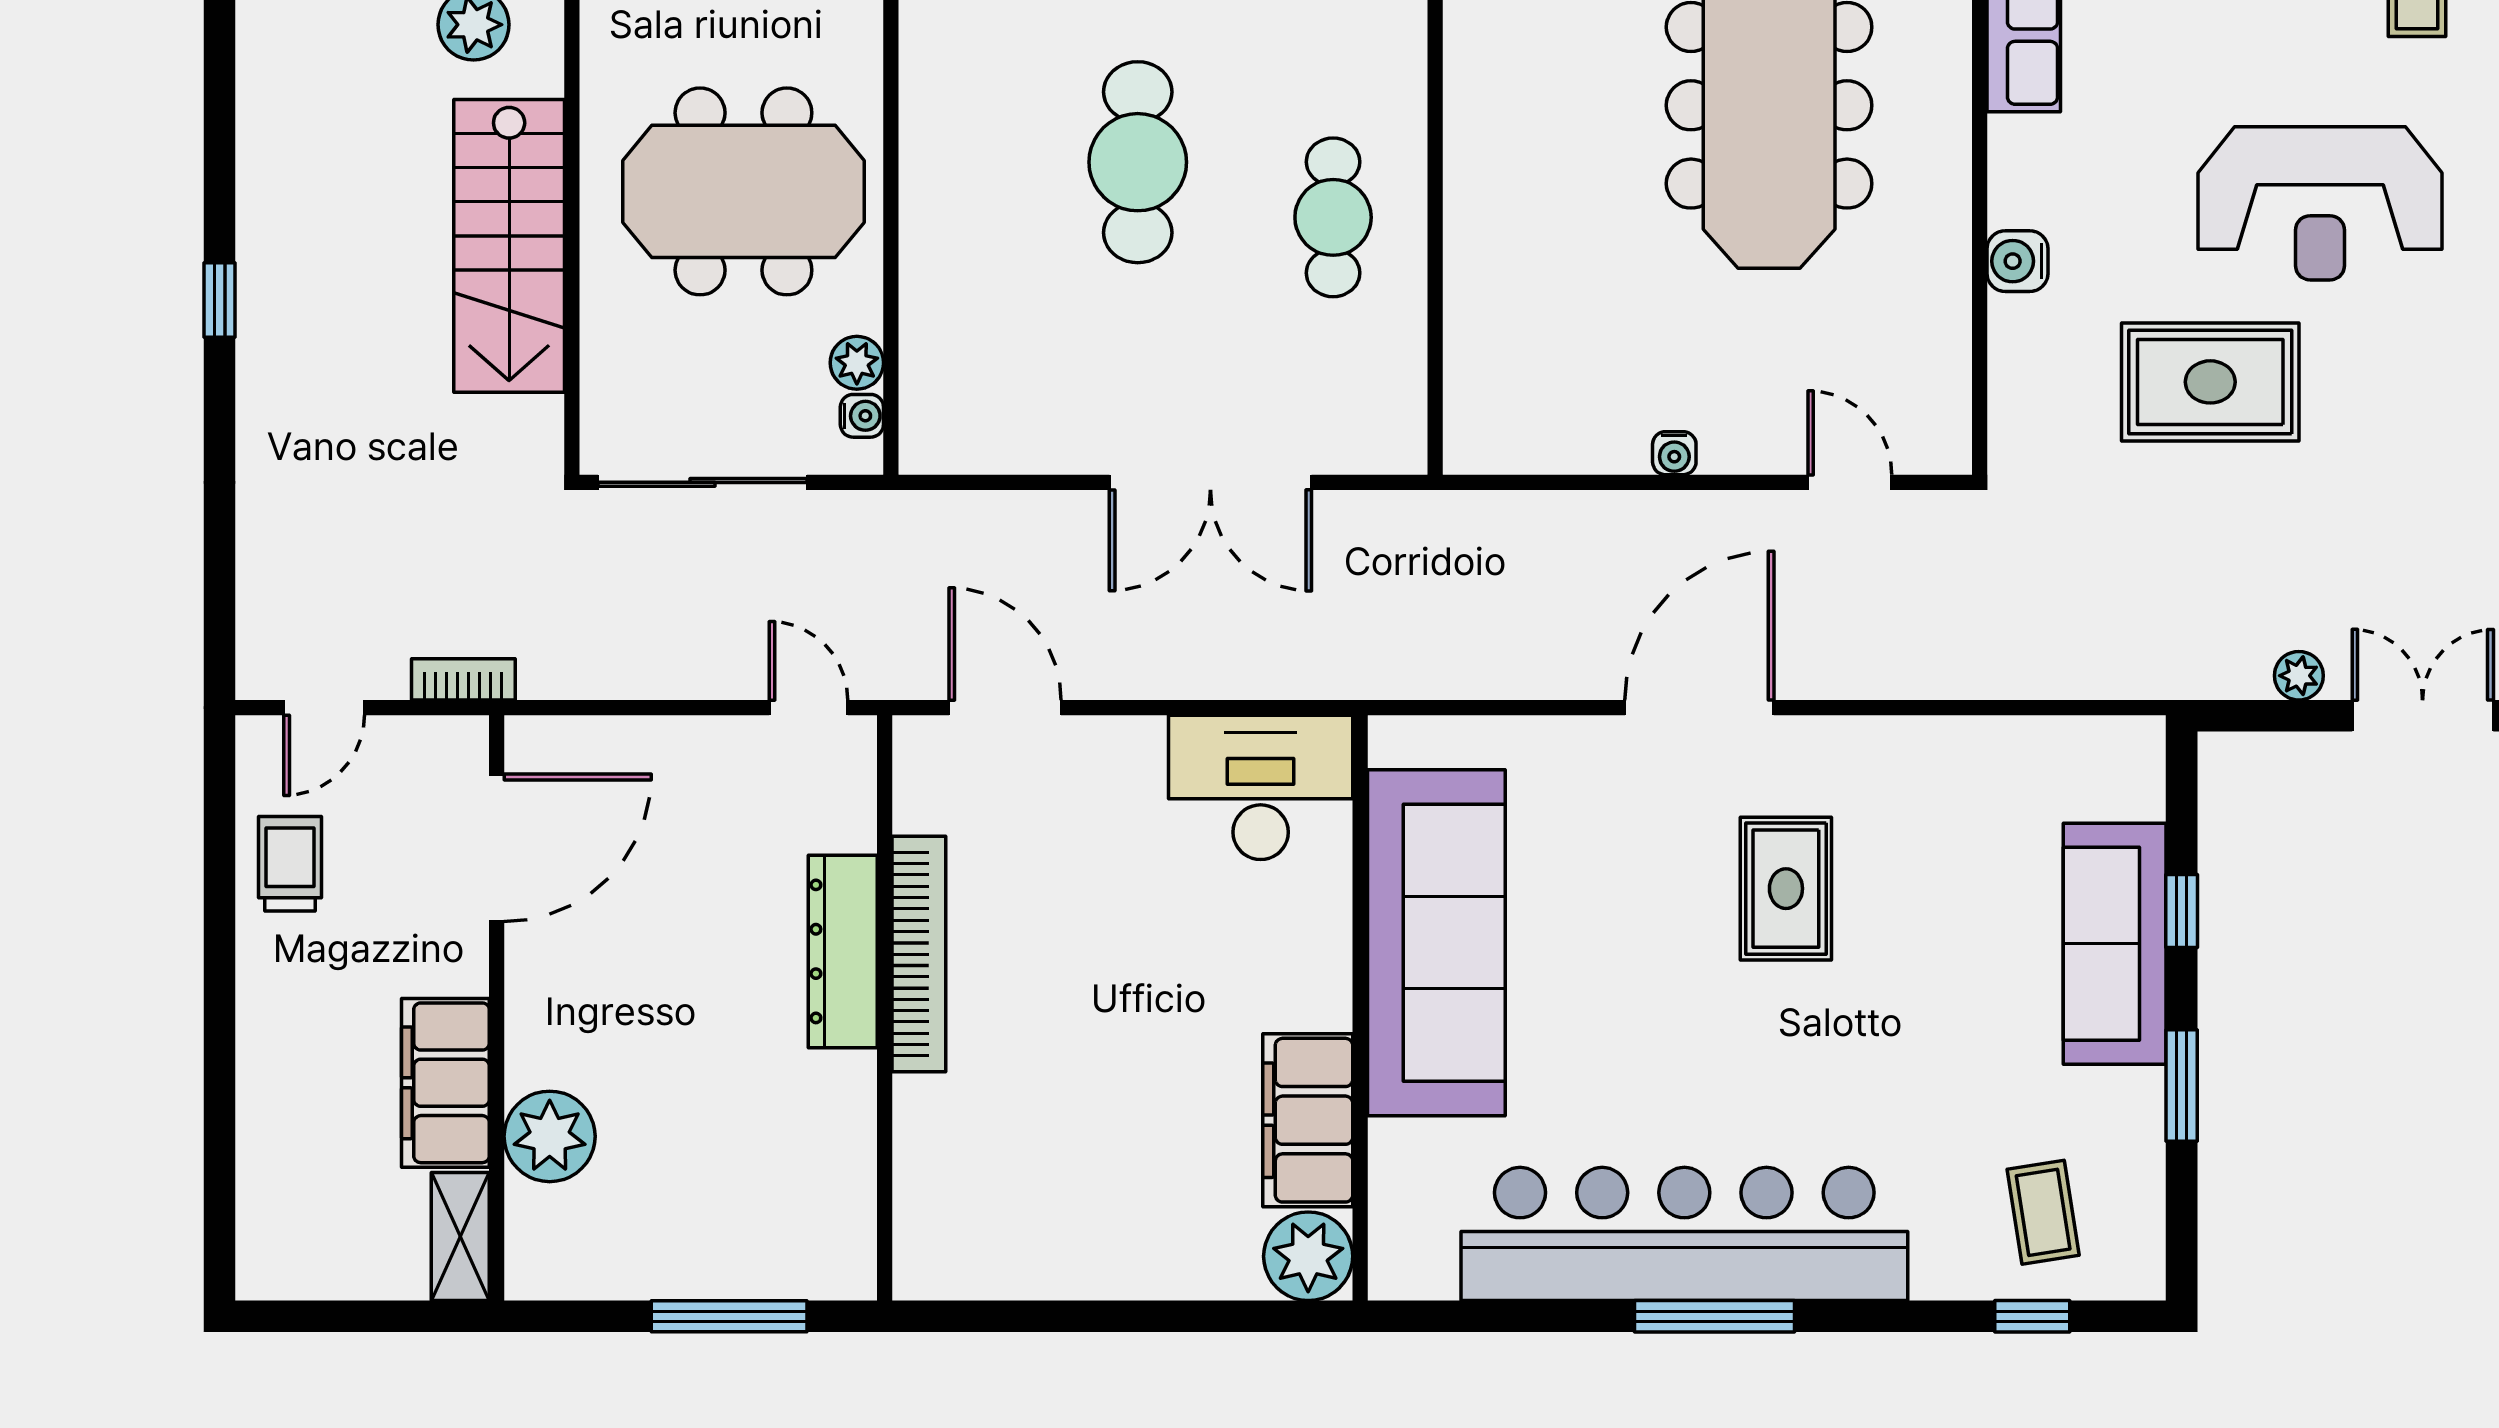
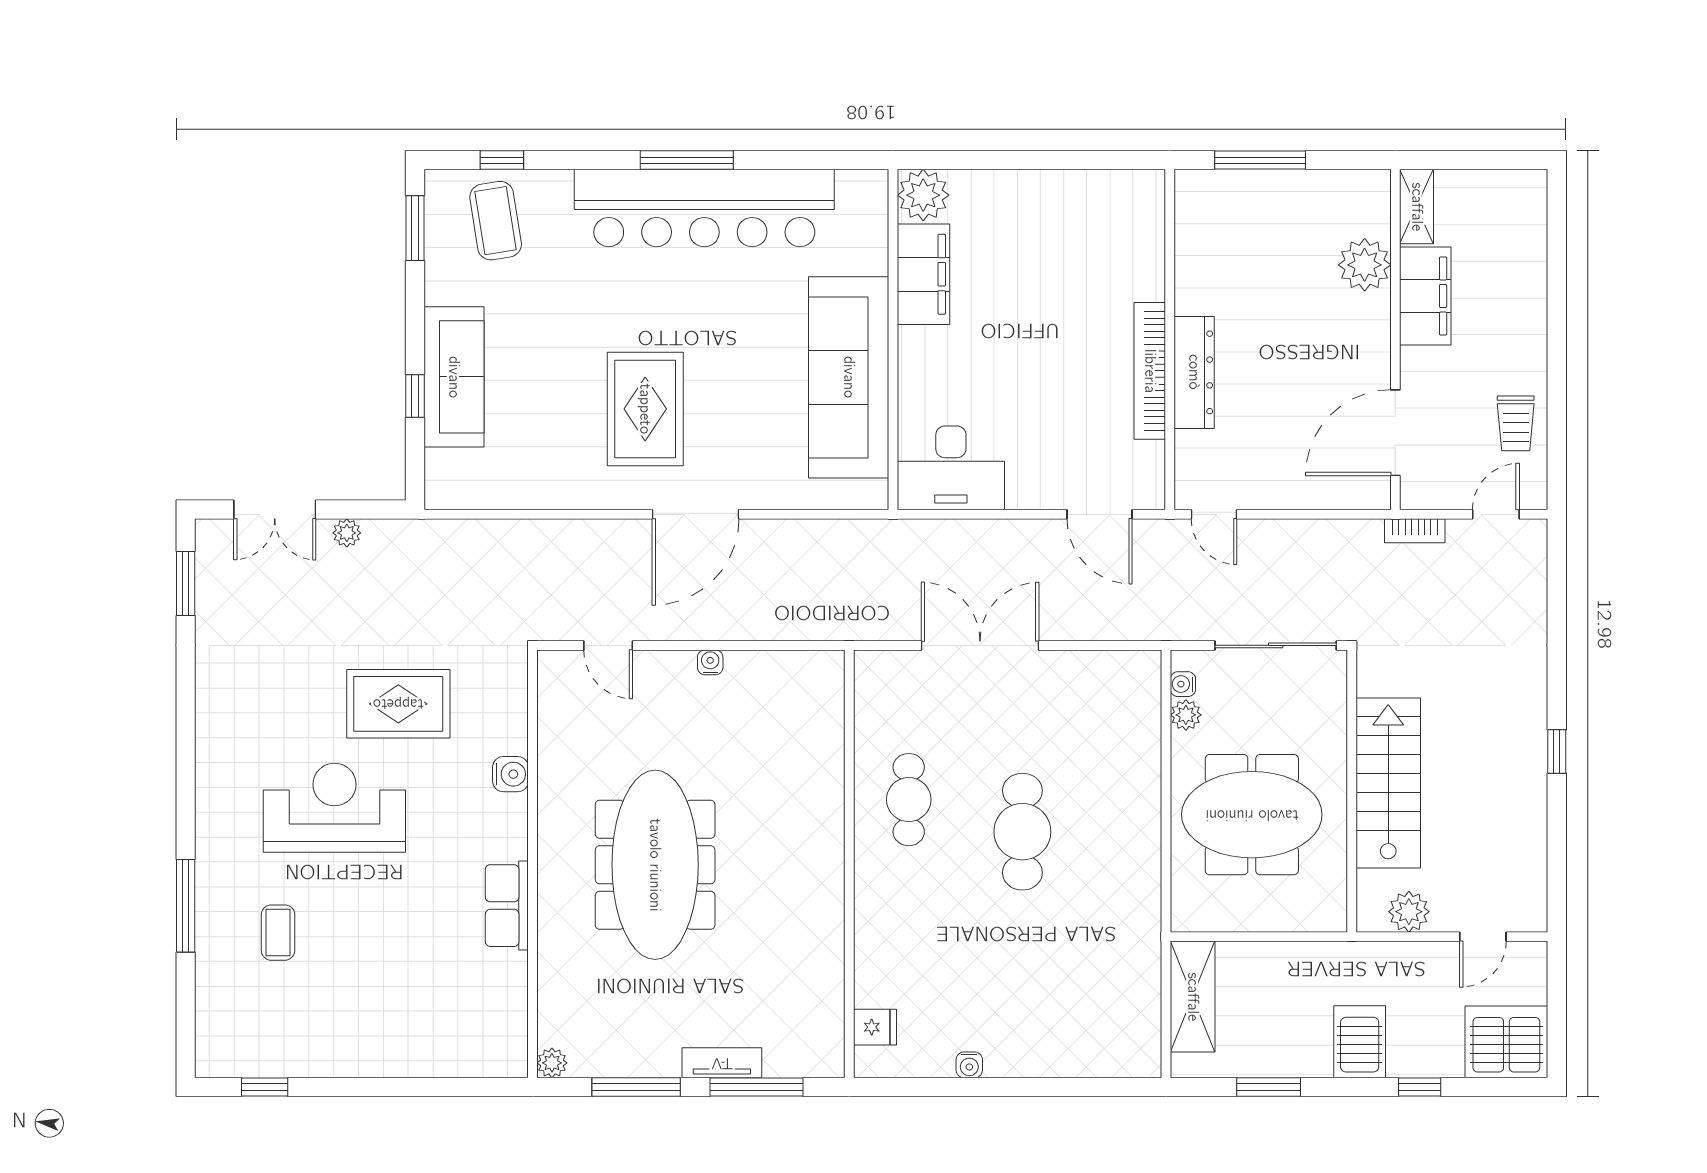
rug: (1786, 889) -> (645, 409), width x1.36, depth x1.43
window: (2182, 1085) -> (415, 228), moved
coffee table: (2043, 1212) -> (496, 221), width x1.36, depth x1.30

